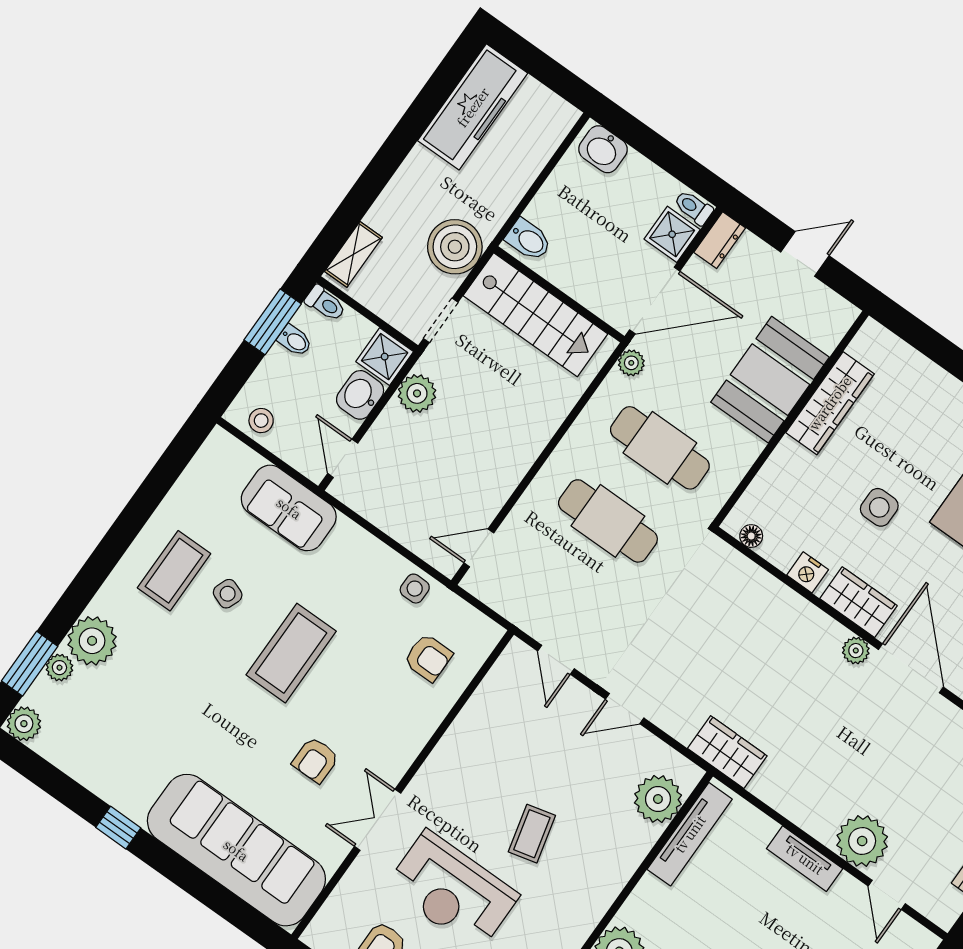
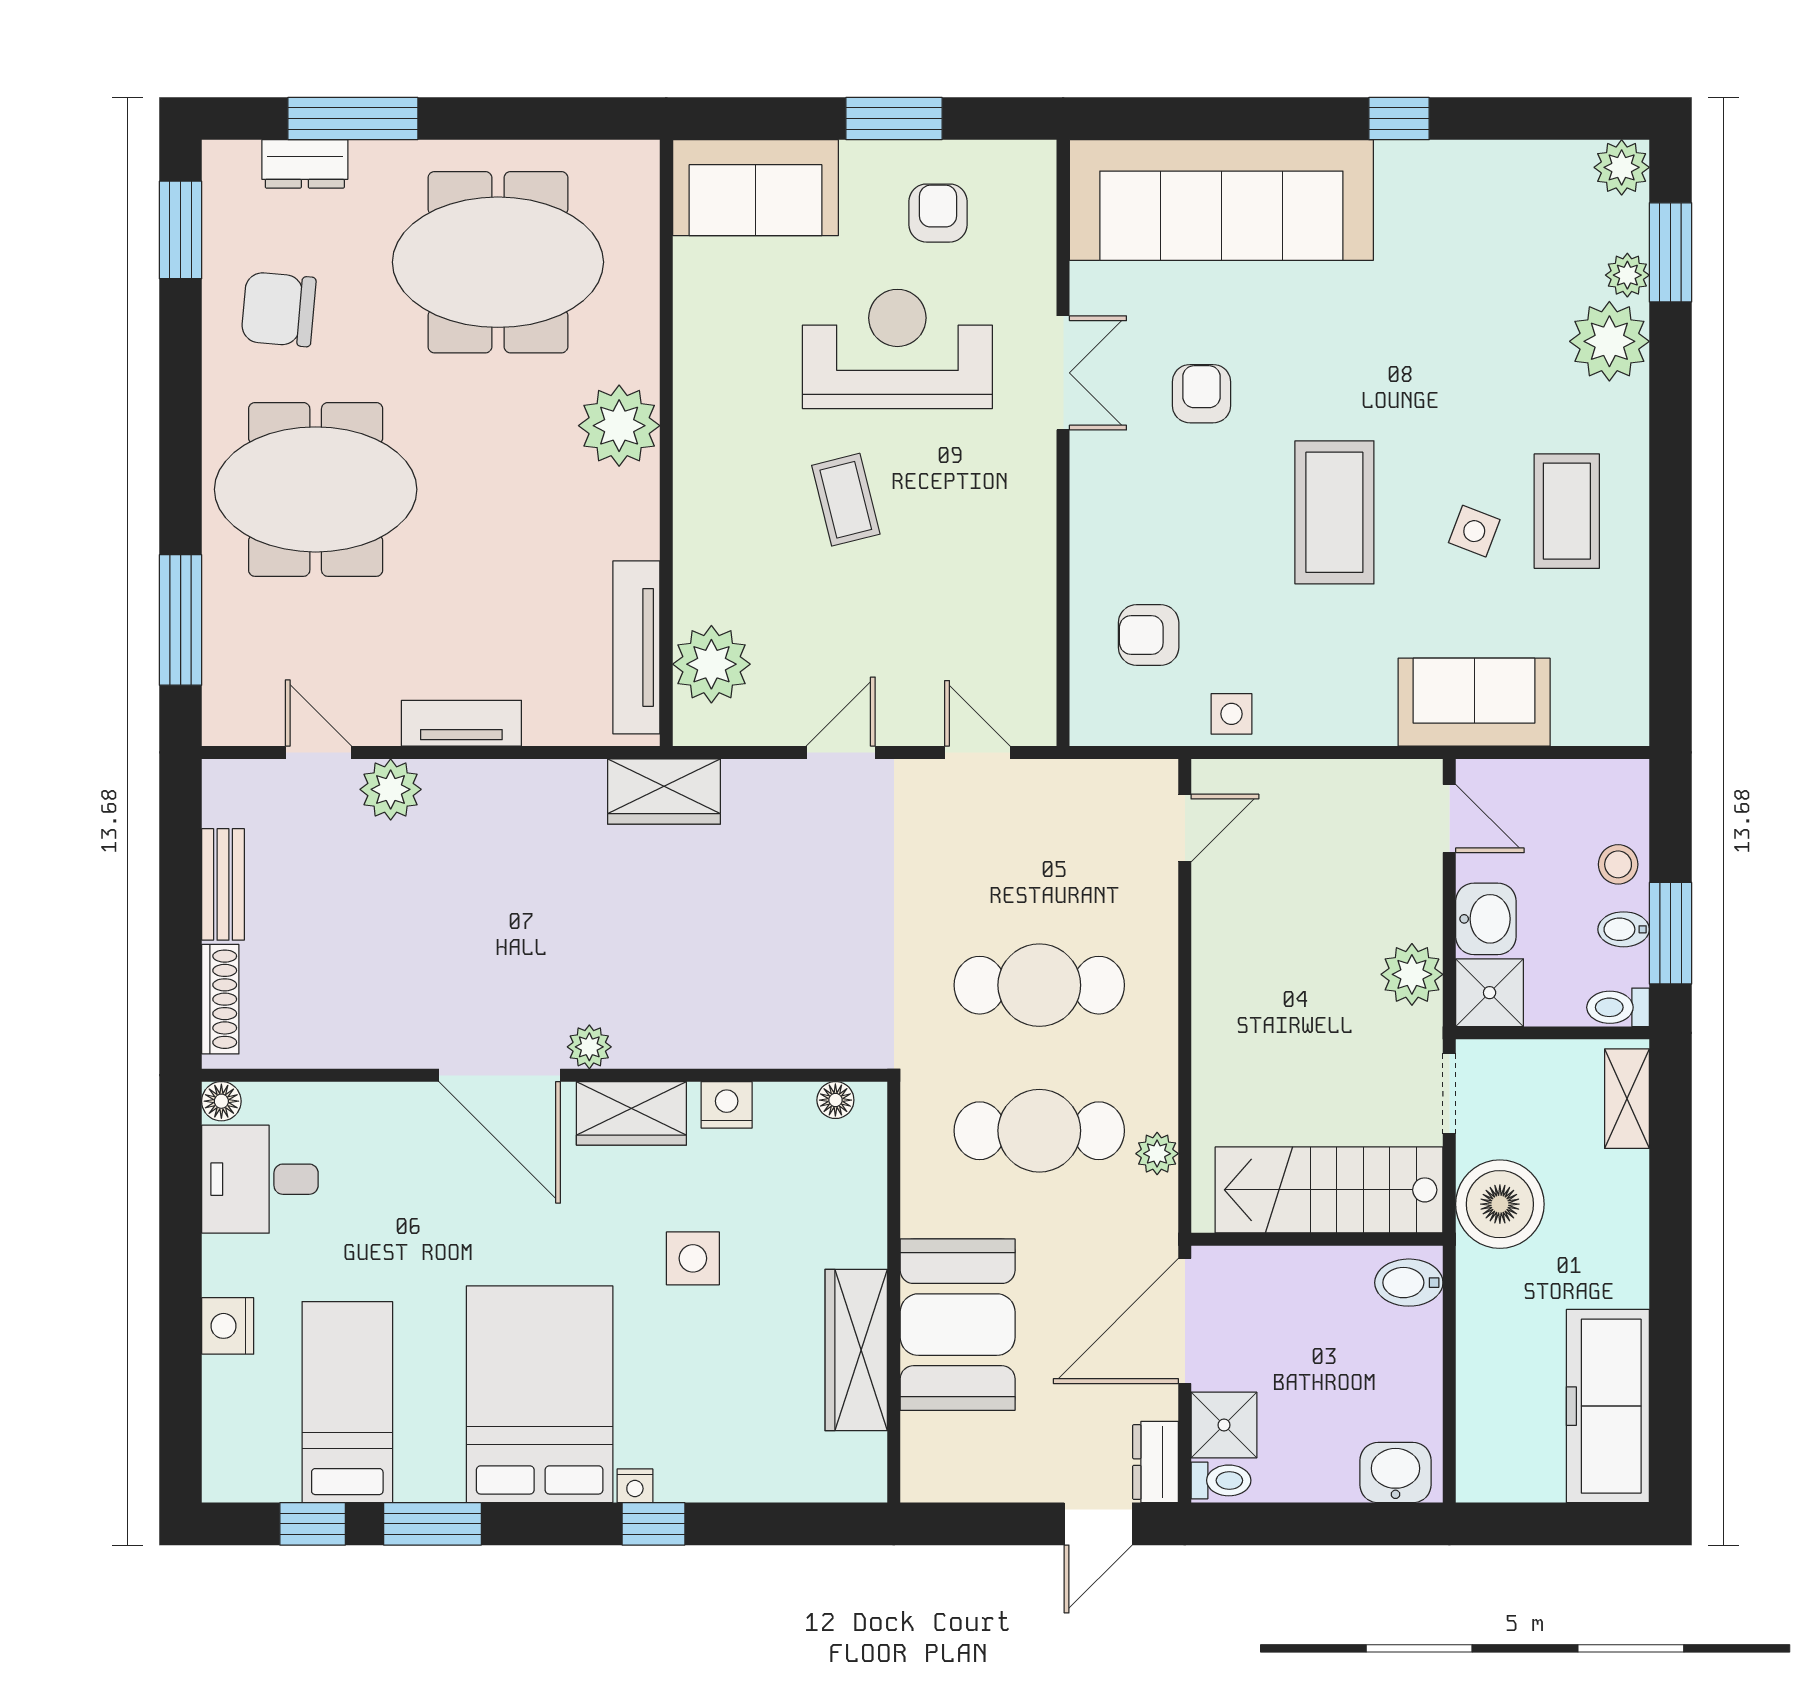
door: (805, 254) -> (1098, 1524), moved
plant: (631, 363) -> (1157, 1154), moved
stool: (261, 421) -> (1618, 864), moved
plant: (862, 841) -> (391, 789), width x0.73, depth x0.73

